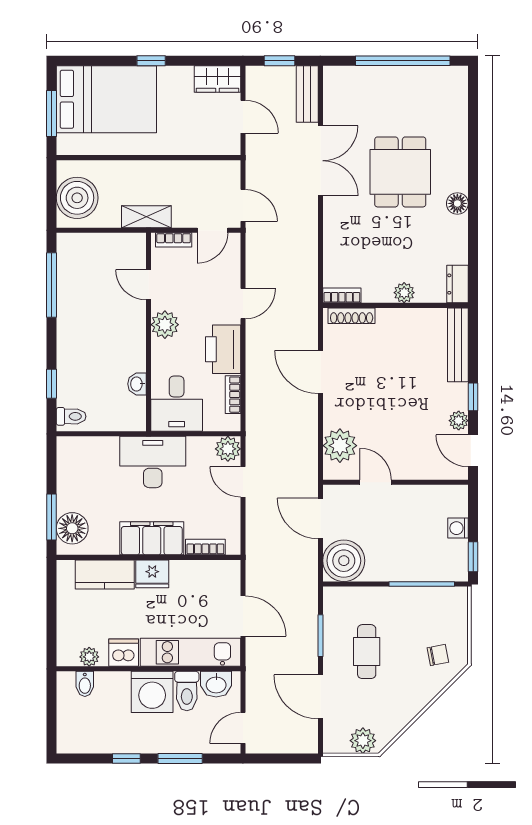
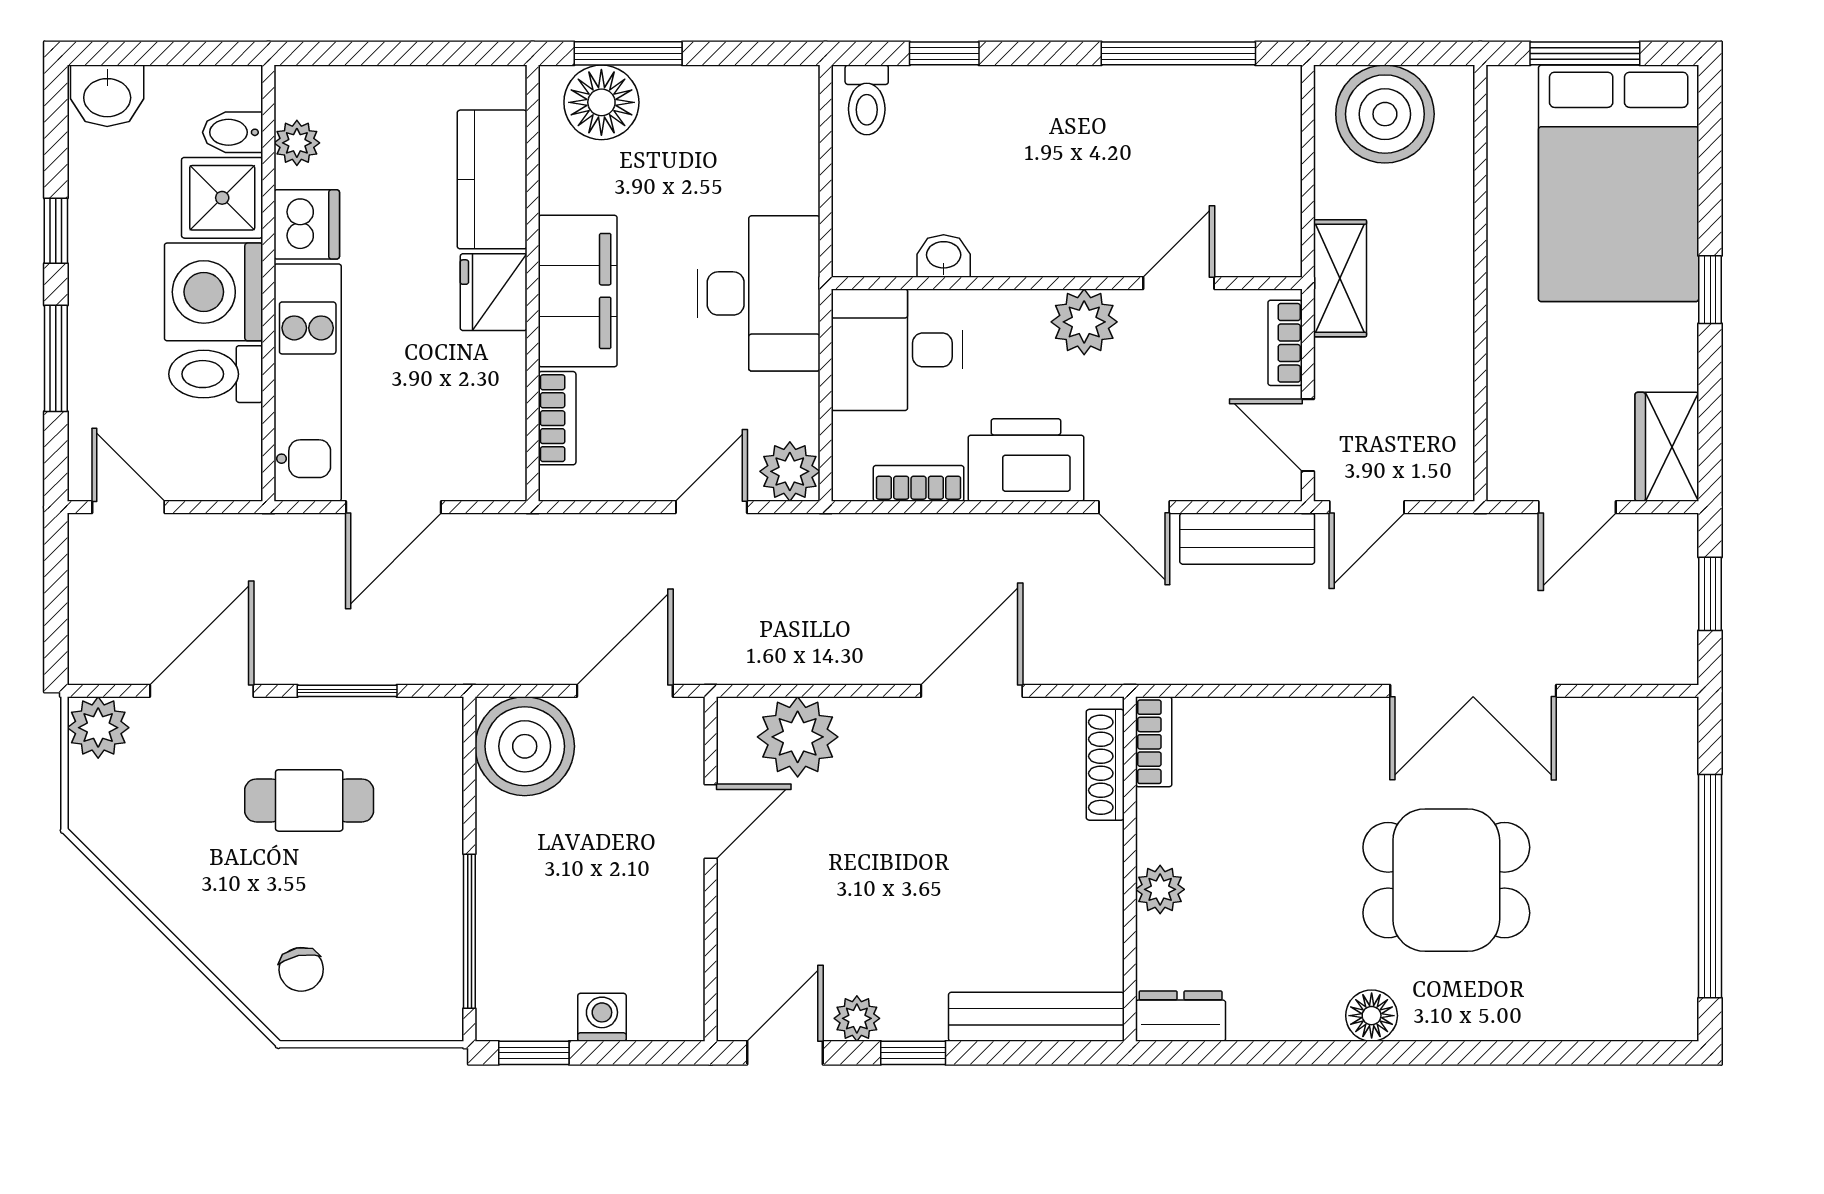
bench: (307, 94) -> (1247, 539), moved
washbasin: (216, 684) -> (107, 96), moved, turned -90
shower: (112, 688) -> (222, 198), added
plant: (363, 741) -> (98, 728), moved

